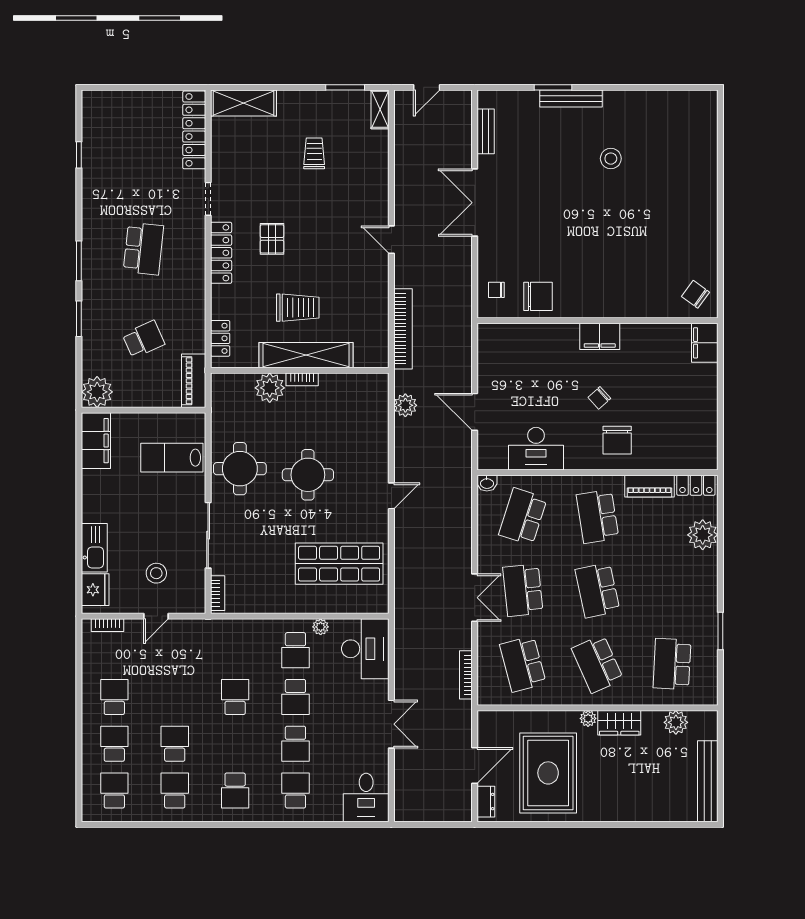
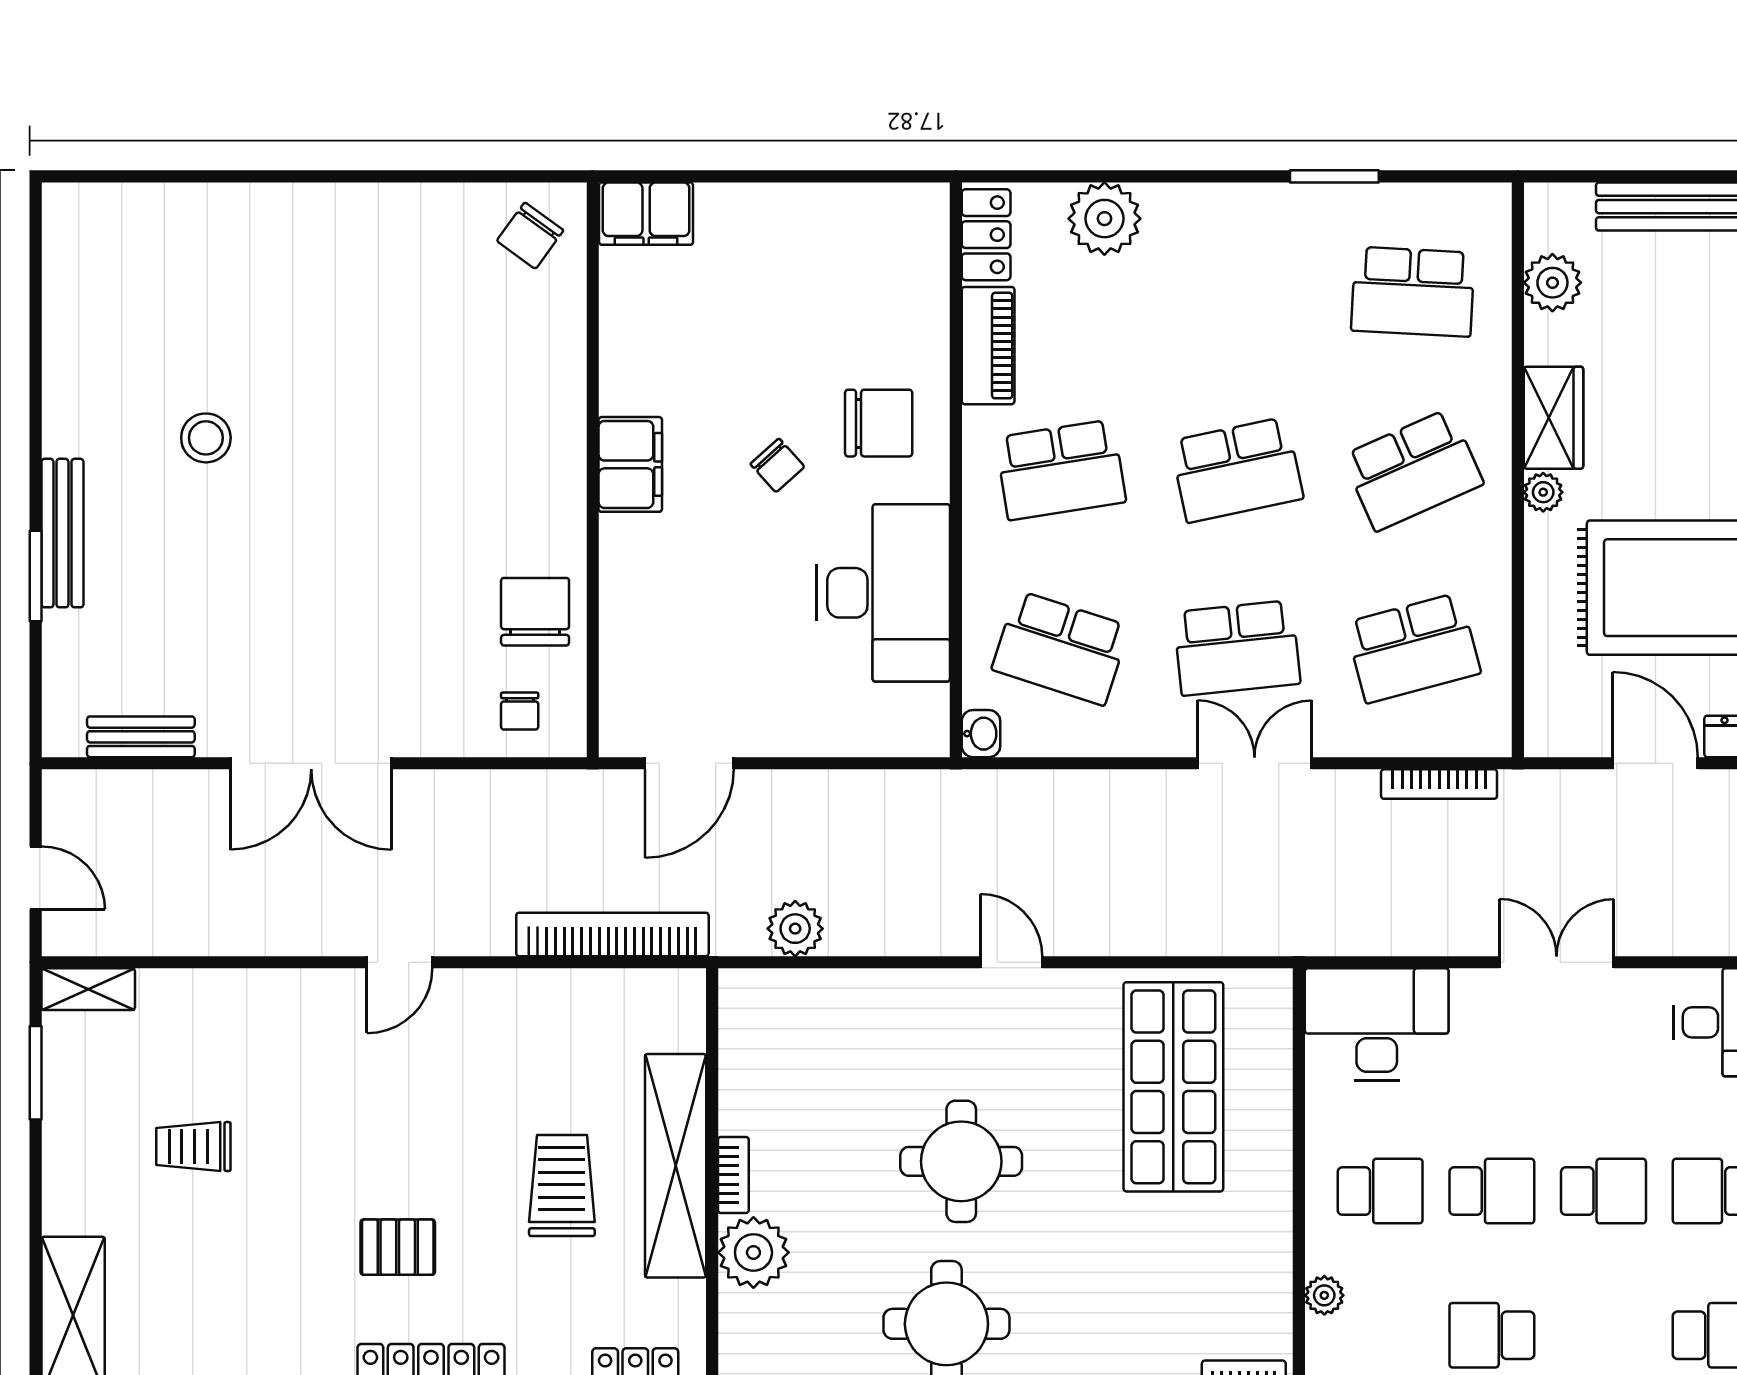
door: (475, 412) -> (689, 763), moved
desk: (536, 449) -> (883, 593), width x1.36, depth x1.30
plant: (321, 627) -> (1324, 1295), moved

